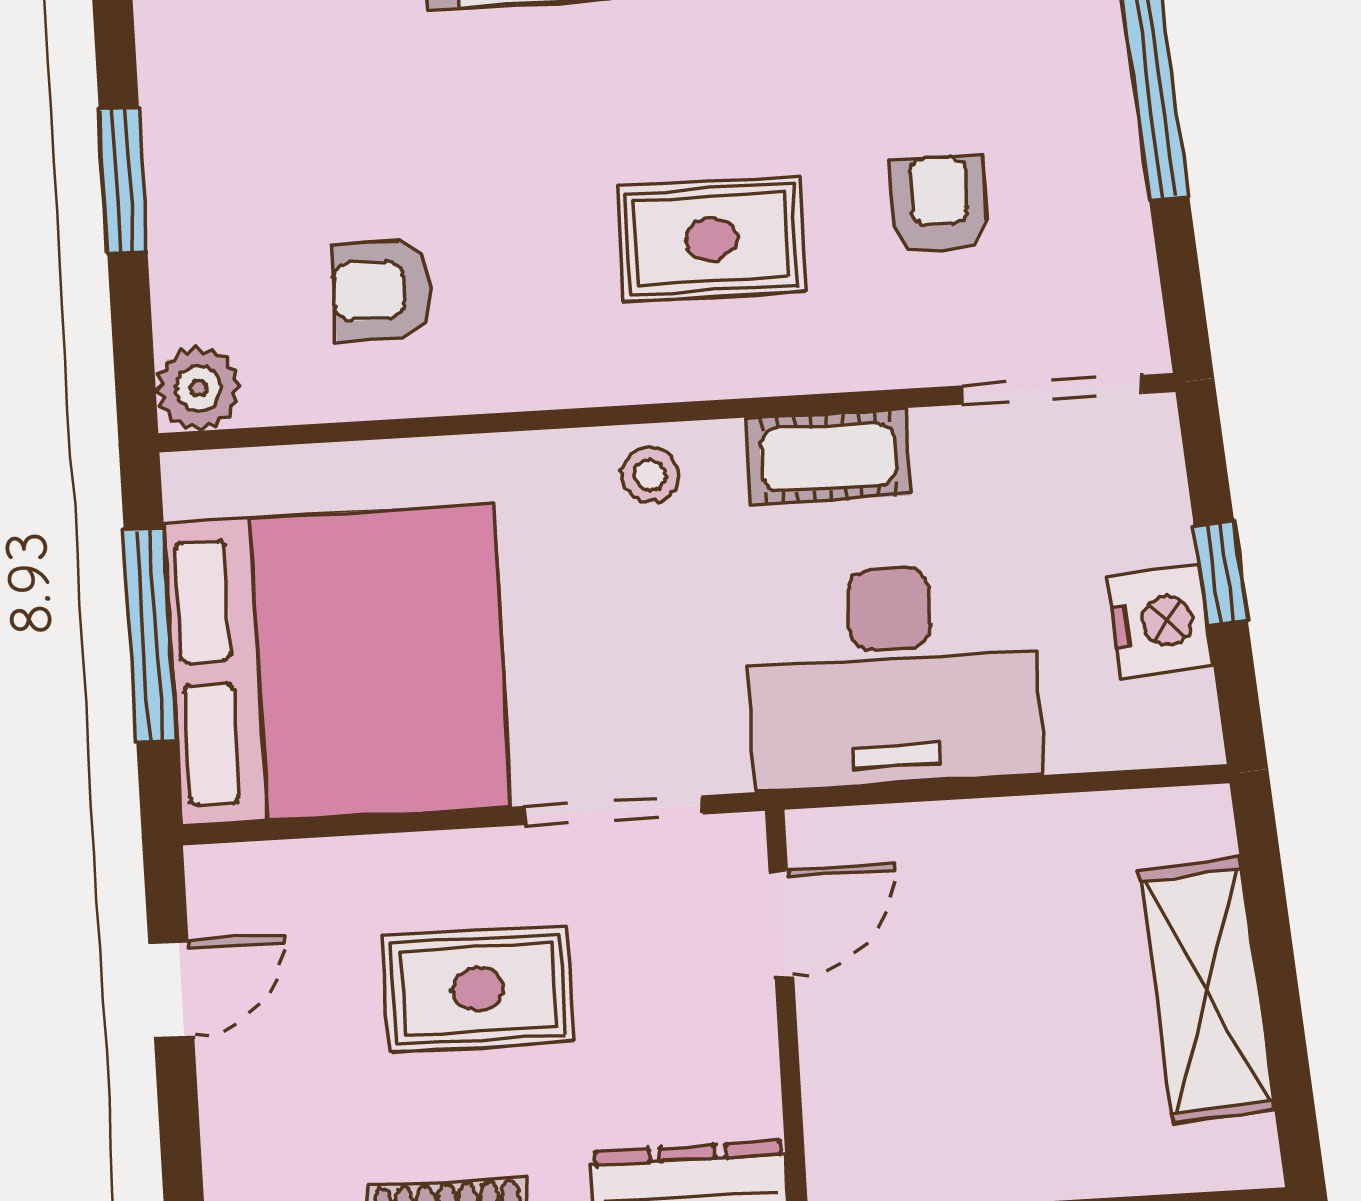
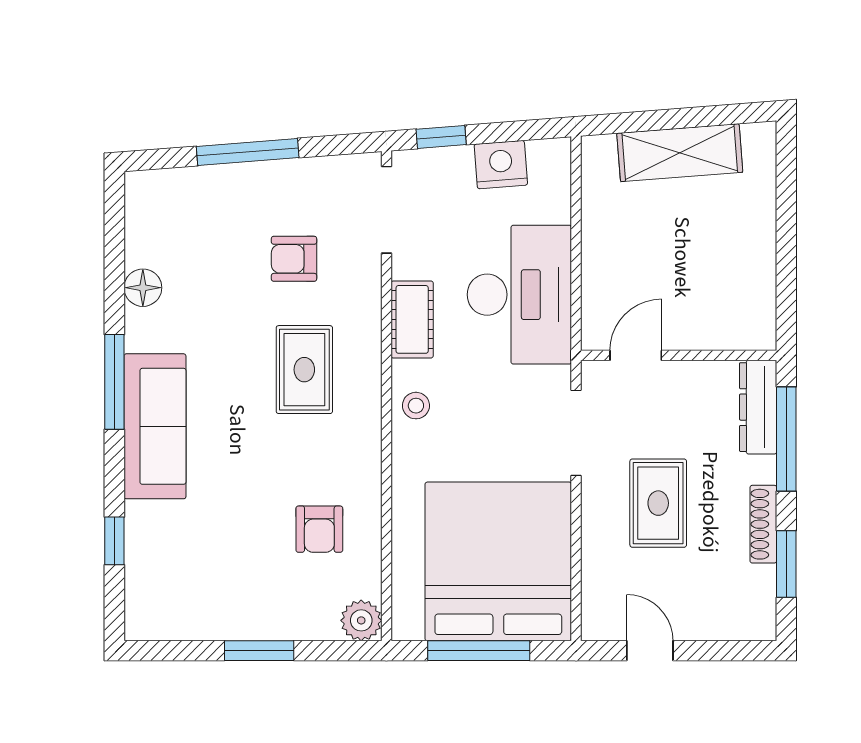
window: (1221, 573) -> (441, 137), moved
door: (781, 924) -> (636, 355), hinge flipped

